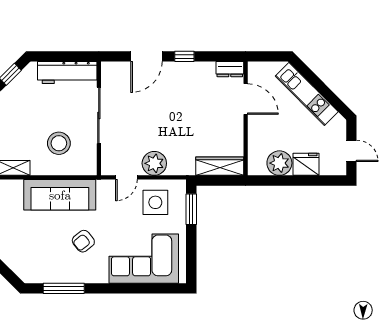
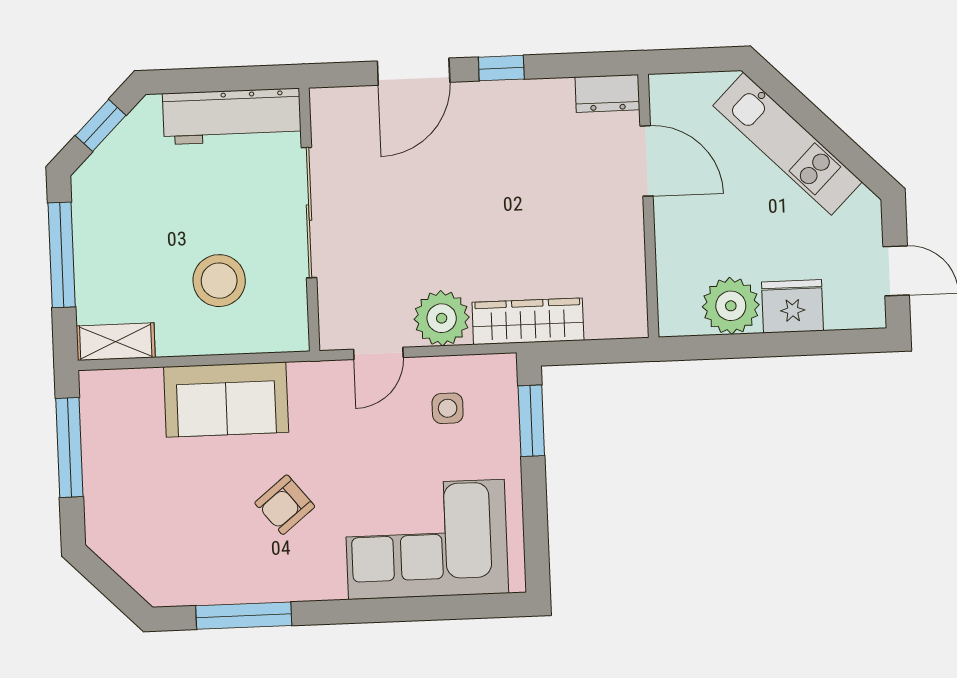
wardrobe: (220, 166) -> (528, 321), moved
sofa: (60, 195) -> (226, 400), width x0.73
side table: (155, 202) -> (448, 408), width x0.54, depth x0.54

